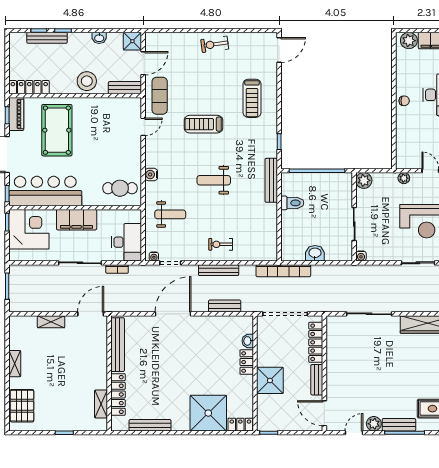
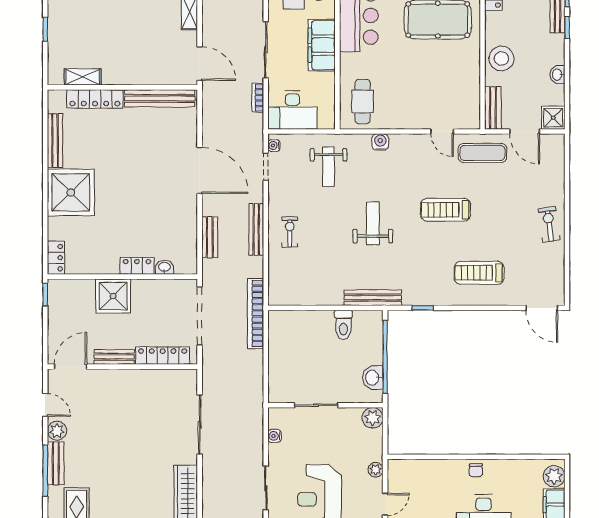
treadmill: (203, 124) -> (446, 210), turned -90
washbasin: (315, 253) -> (373, 378), moved, turned 180
water cooler: (361, 256) -> (275, 436), moved
shower: (208, 413) -> (71, 192), moved

